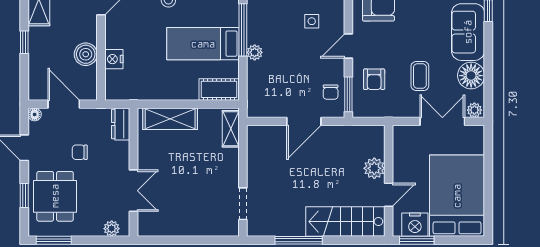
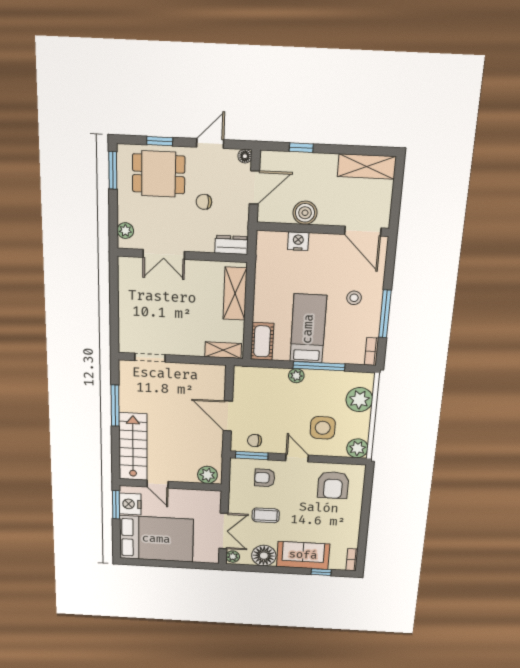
side table: (312, 21) -> (323, 428), width x1.87, depth x1.87
window: (24, 42) -> (301, 148), moved
chair: (80, 152) -> (204, 202), turned -90
plant: (374, 168) -> (207, 475), moved

